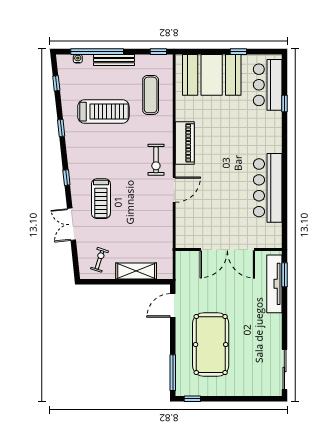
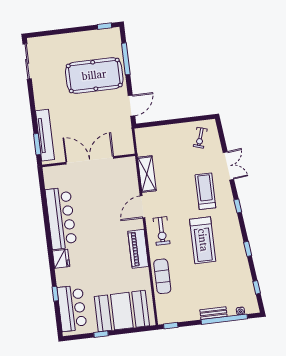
bench: (114, 60) -> (213, 313), width x0.73
exercise mat: (151, 95) -> (162, 276), moved
treadmill: (103, 112) -> (203, 240), moved, turned -90
fridge: (273, 142) -> (61, 259), added
exercise bike: (156, 160) -> (162, 231), turned 180
shelving: (136, 271) -> (147, 174), moved, turned 90
pool table: (211, 345) -> (94, 75), turned 90
window: (173, 373) -> (126, 59), moved

